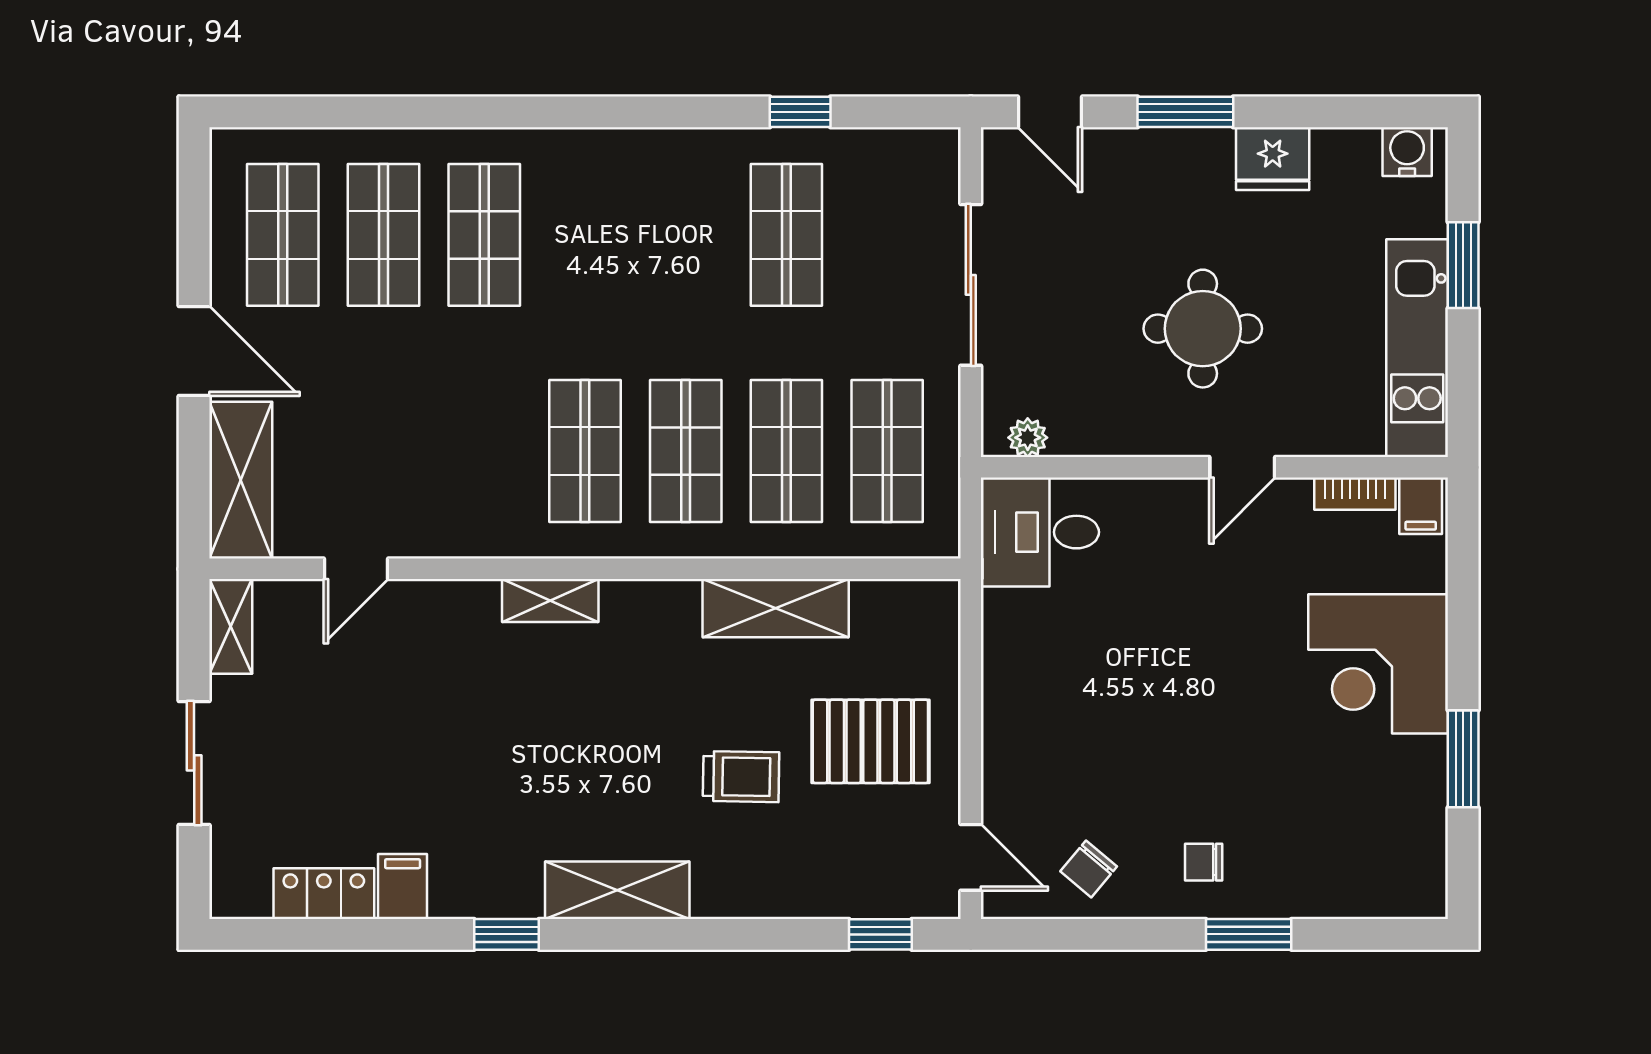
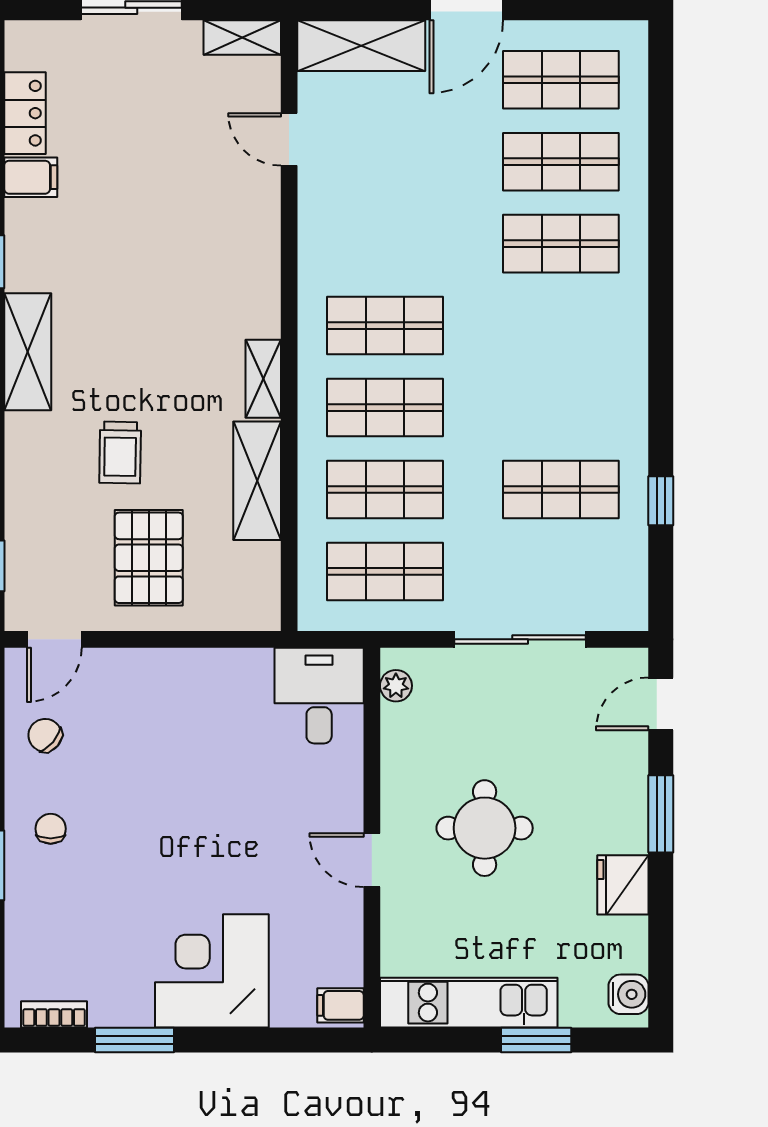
bookcase: (1355, 494) -> (54, 1014), moved, turned 90
shelving: (550, 601) -> (263, 379), moved

